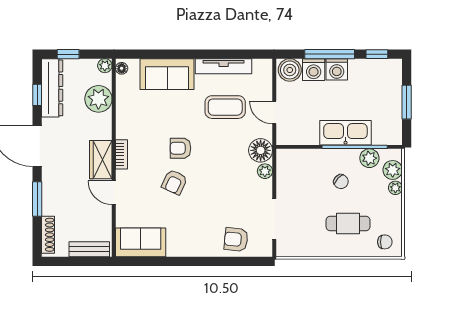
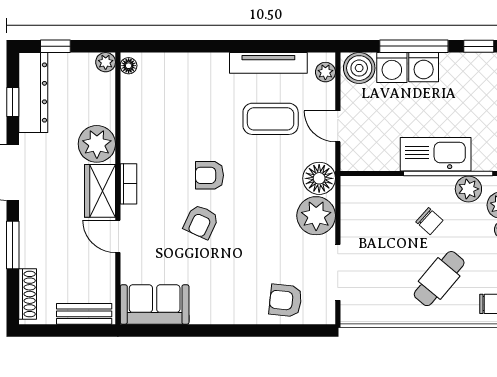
plant: (265, 73) -> (325, 72), added
sofa: (167, 74) -> (191, 74), removed
plant: (98, 99) -> (97, 144), moved
plant: (265, 171) -> (316, 216), width x1.88, depth x1.88
cafe table: (348, 223) -> (439, 279), turned -50

